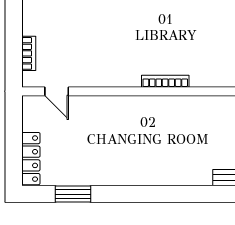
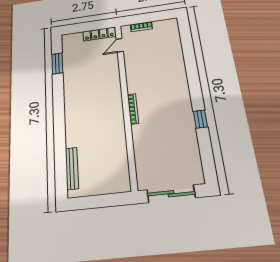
locker: (31, 159) -> (99, 34), moved

